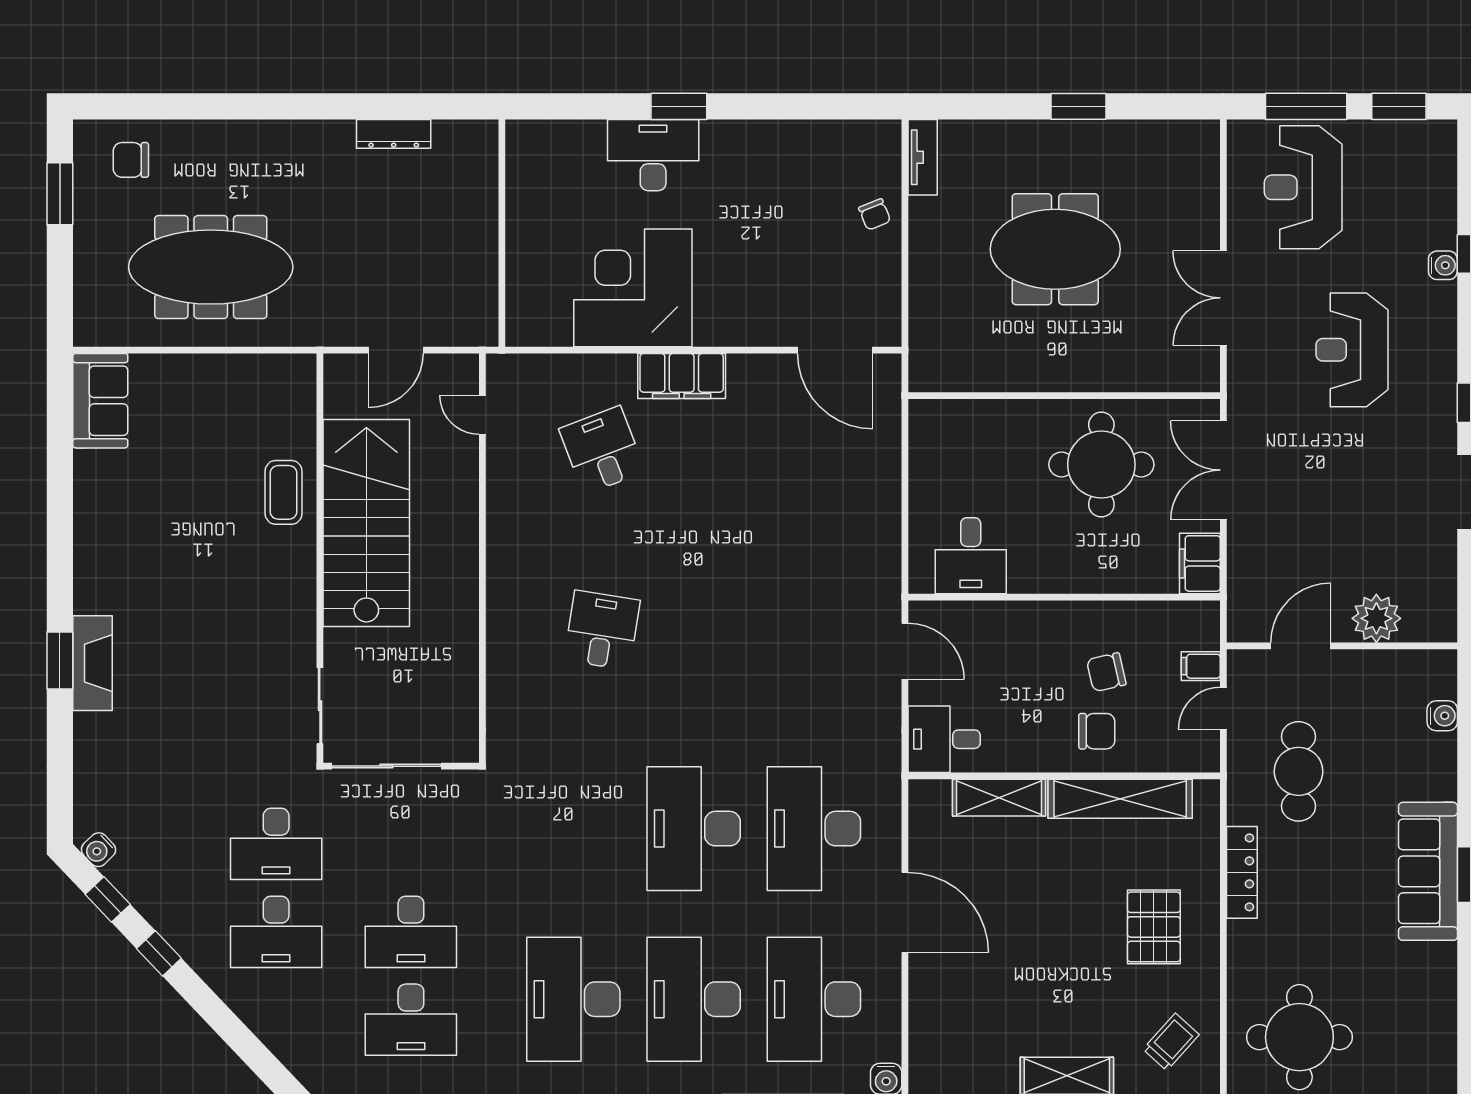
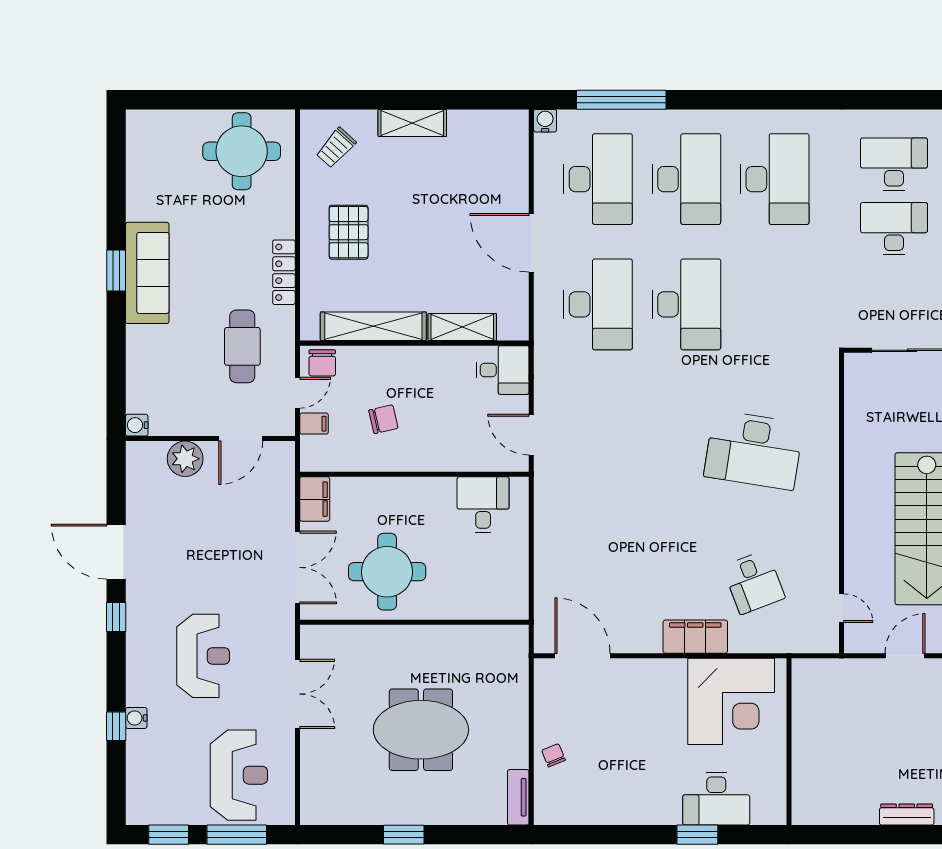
wall: (502, 233) -> (789, 742), moved
desk: (602, 630) -> (754, 450), width x1.87, depth x1.30
water cooler: (1442, 716) -> (137, 425), moved
chair: (1097, 731) -> (322, 363), moved, turned -90

